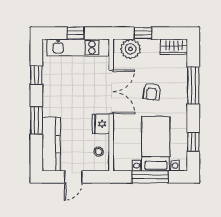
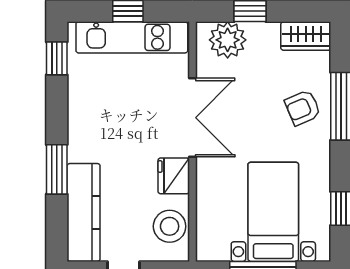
window: (36, 75) -> (57, 58), moved
armchair: (152, 92) -> (303, 108), moved, turned 60
stool: (99, 152) -> (170, 226), width x1.89, depth x1.89

